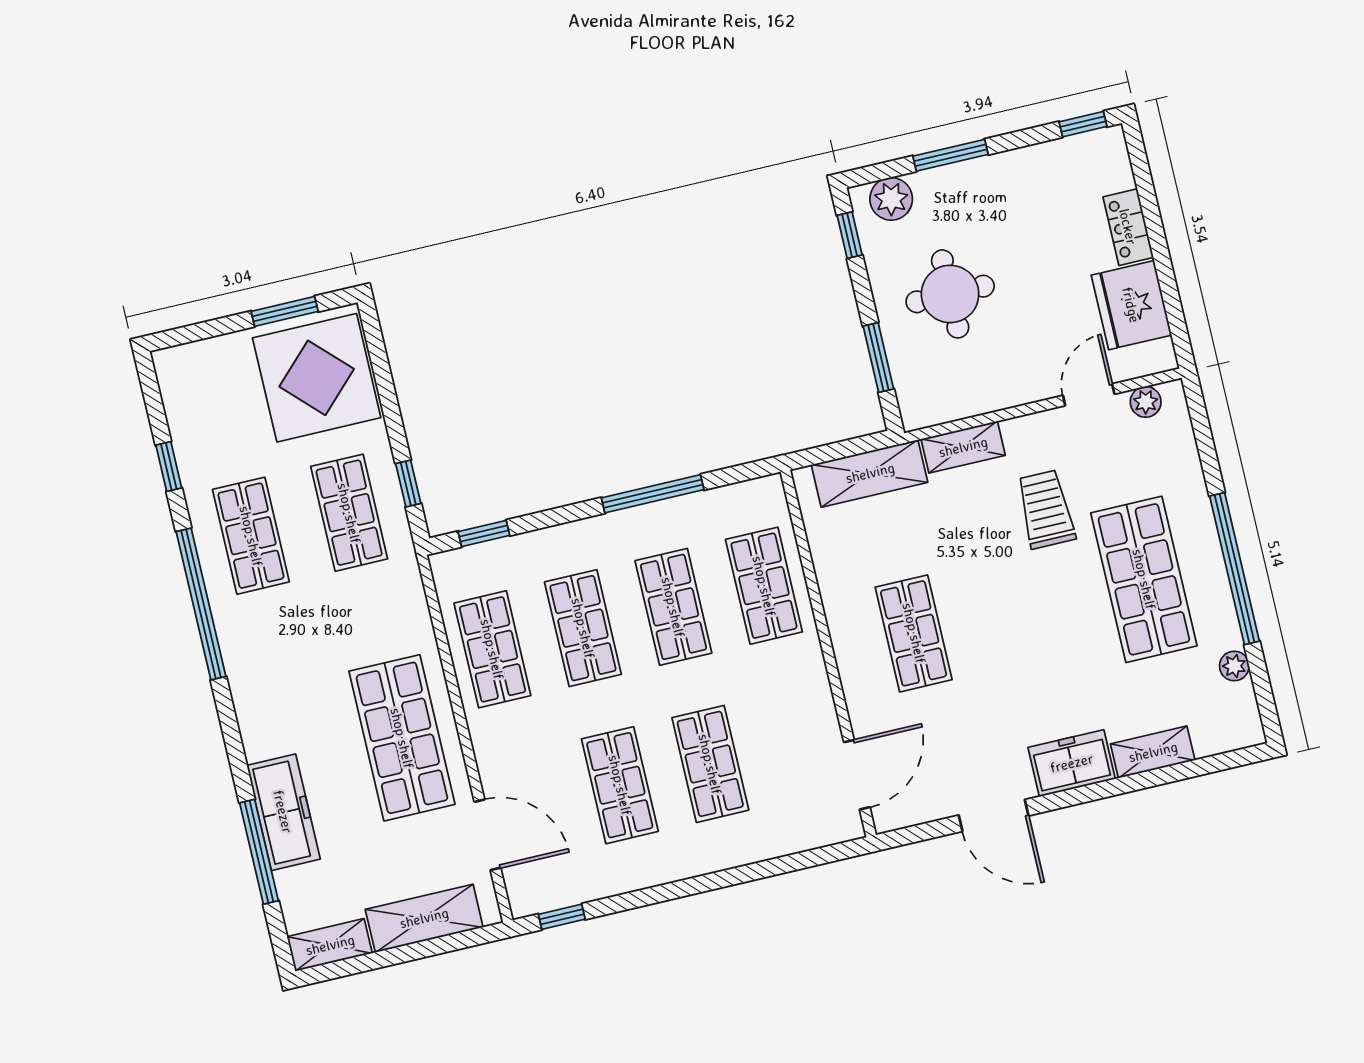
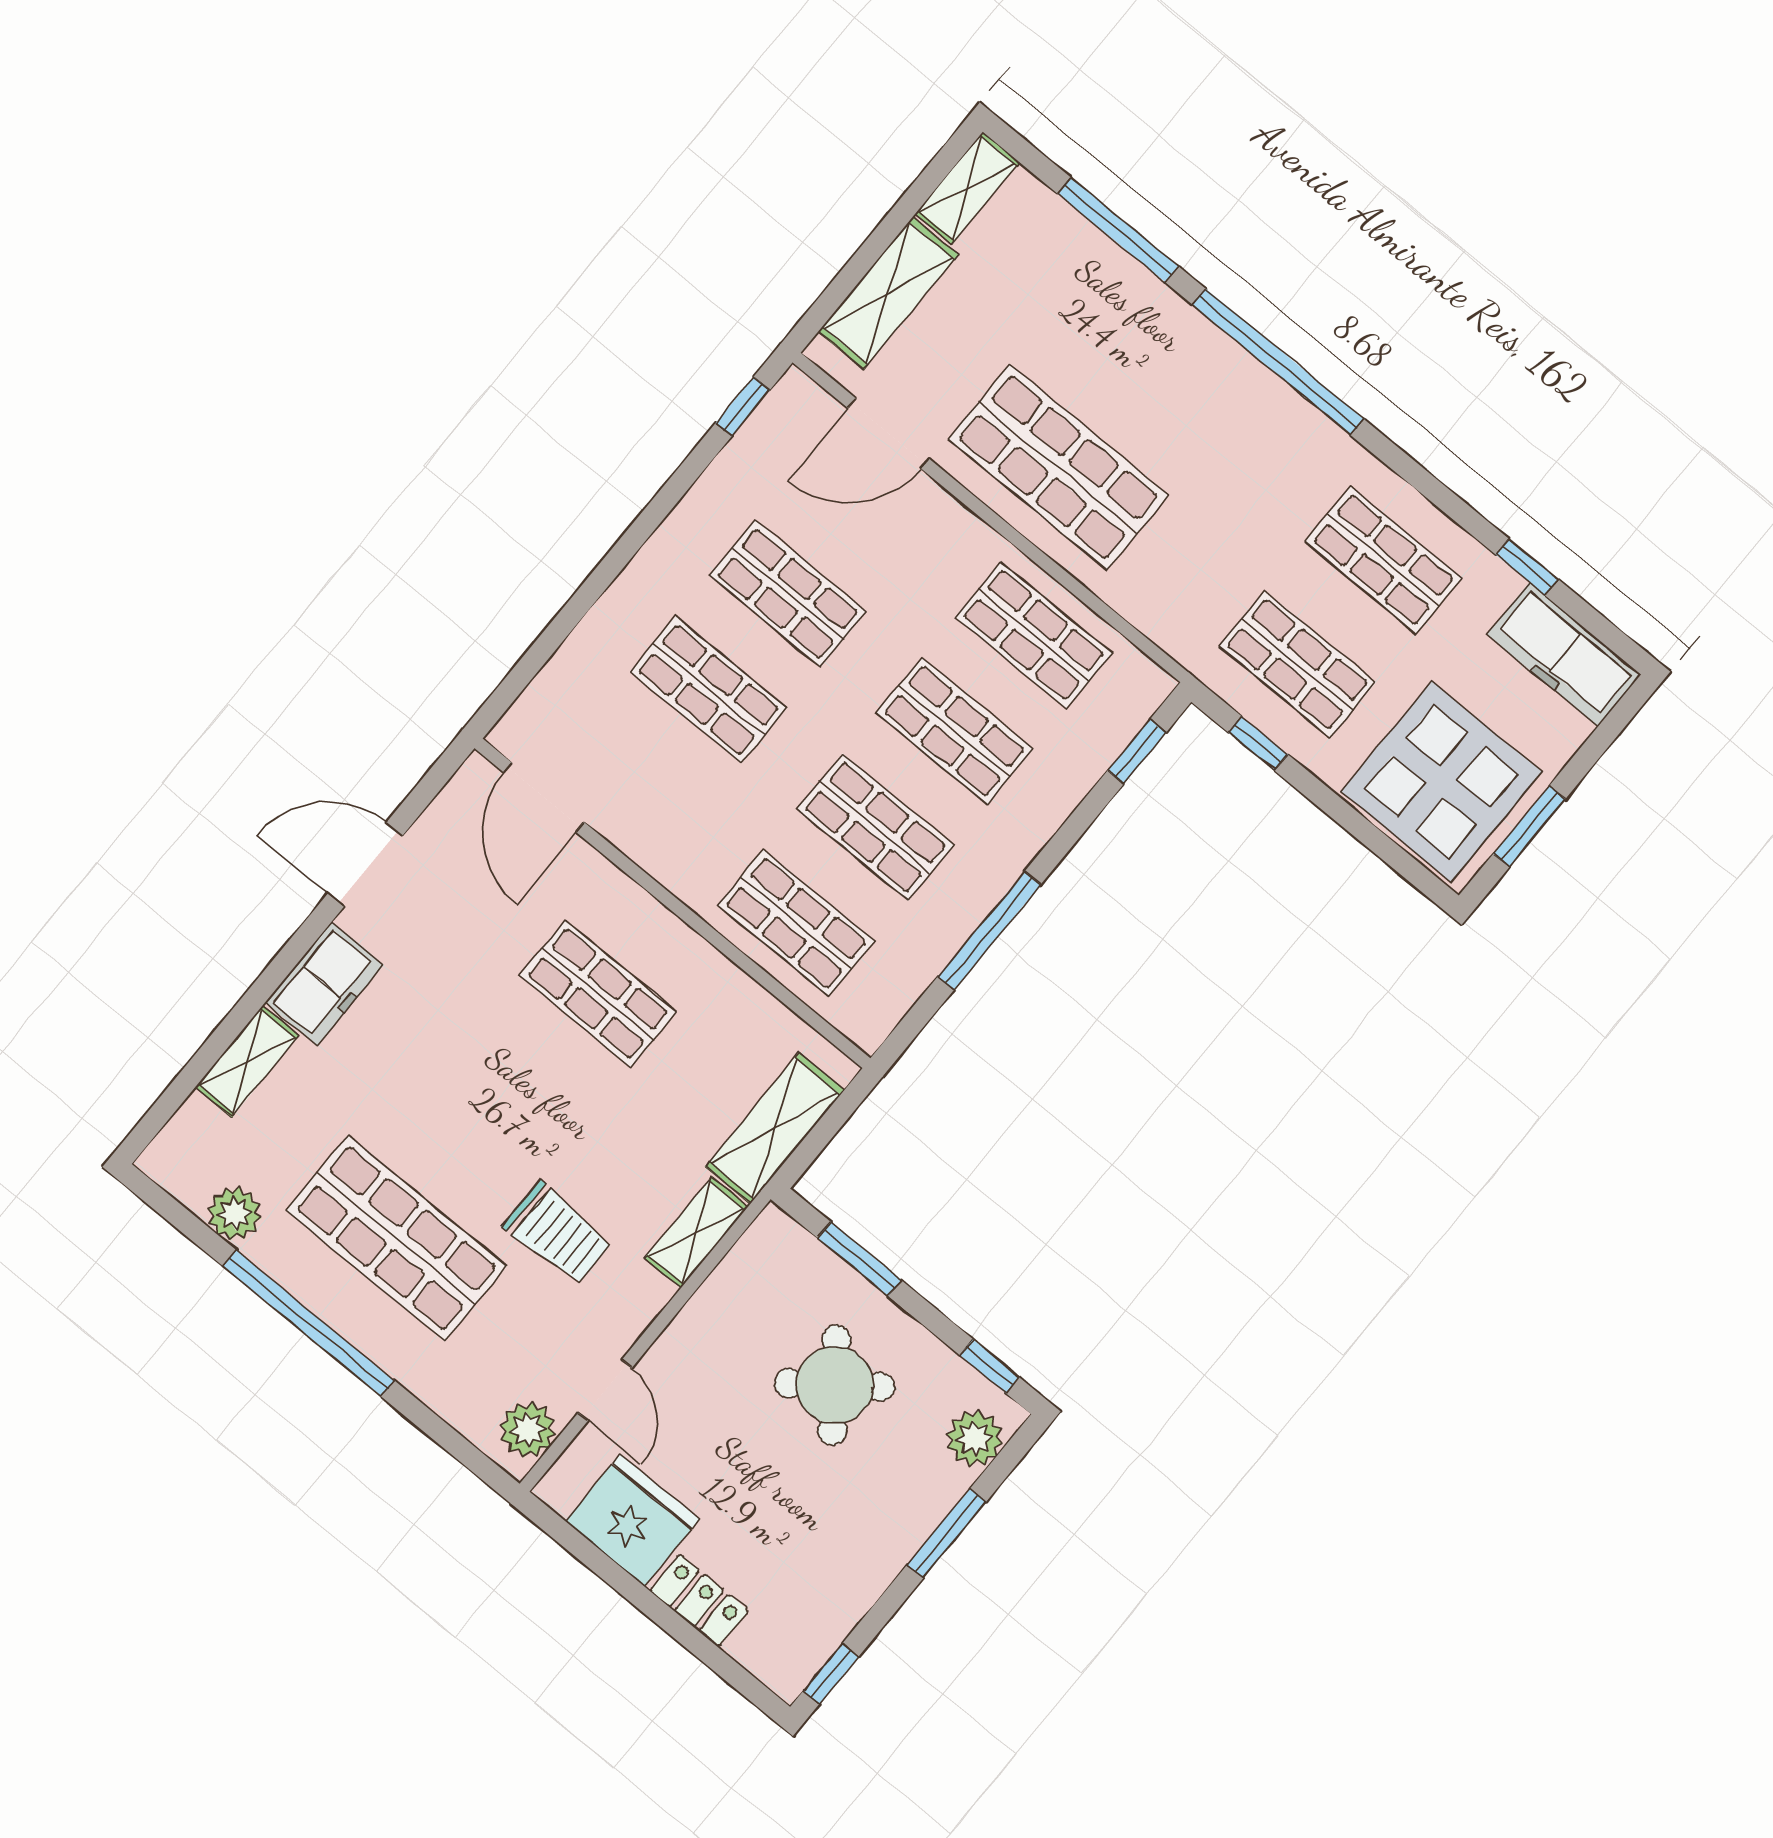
round table: (950, 294) -> (835, 1385), turned -37
plant: (1146, 402) -> (528, 1430), width x1.38, depth x1.38
window: (201, 604) -> (1278, 362), moved
plant: (1234, 666) -> (235, 1214), width x1.38, depth x1.38
freezer: (283, 812) -> (1564, 654), moved

